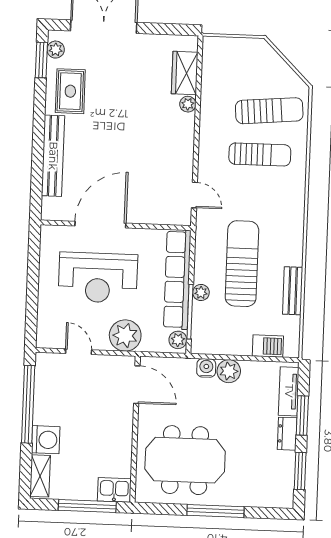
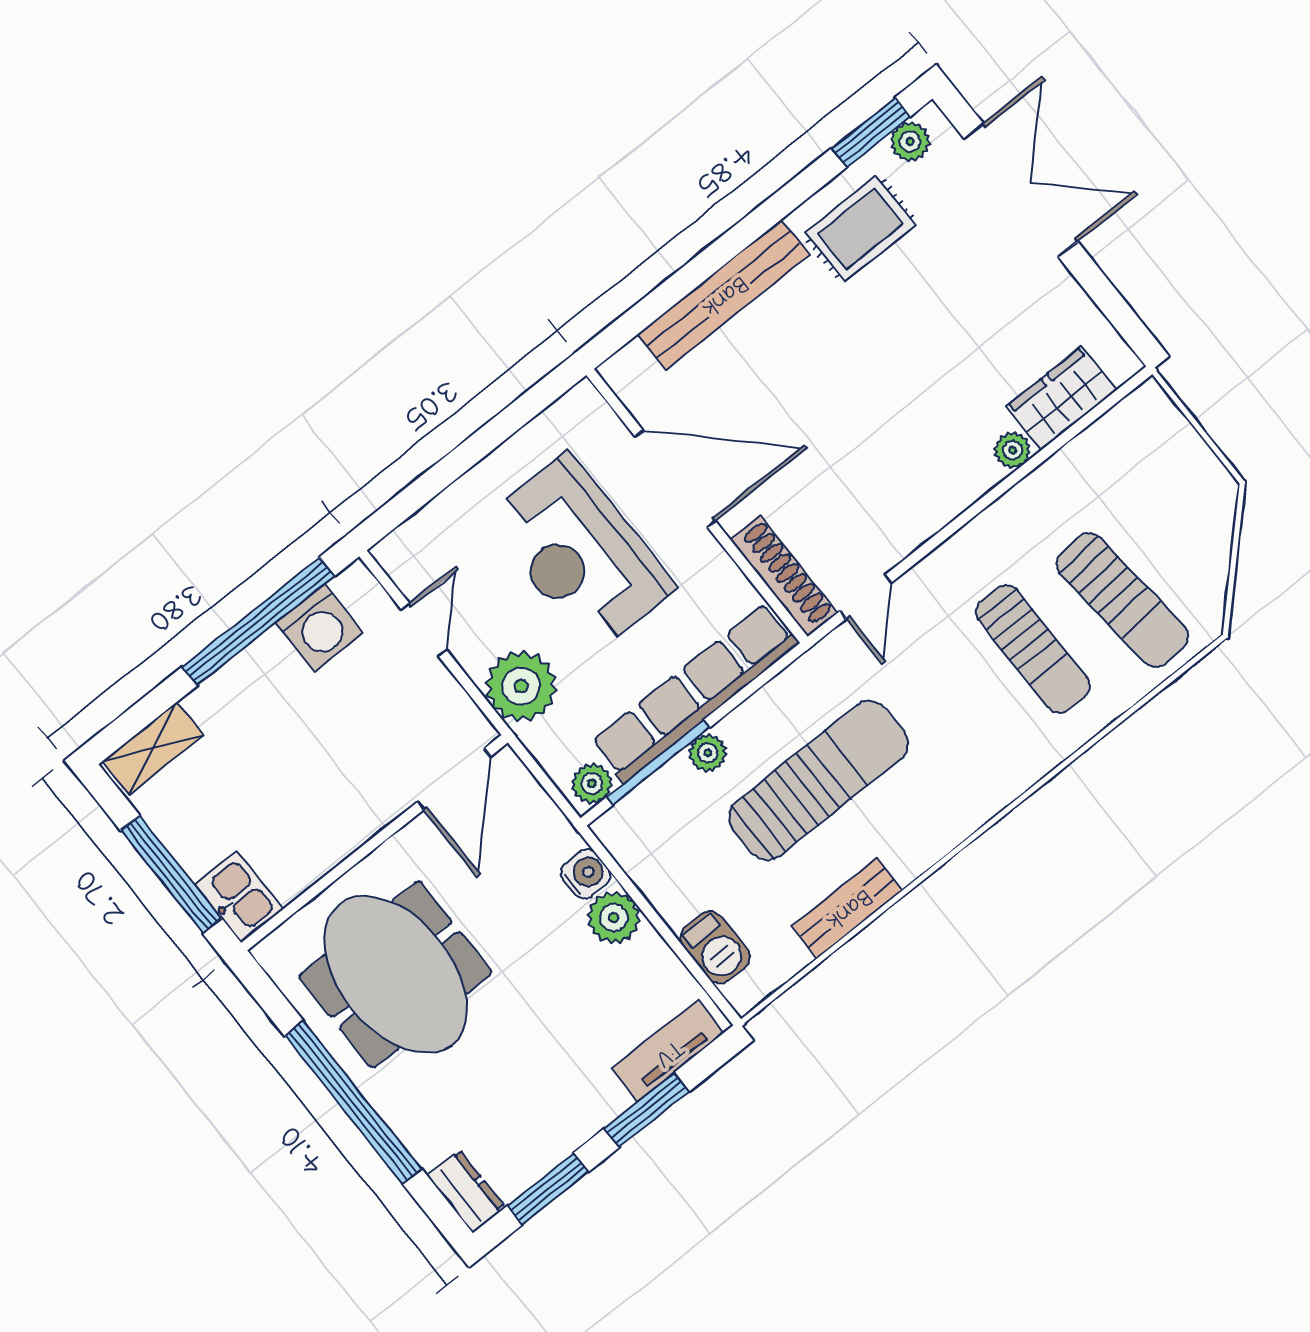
shoe rack: (164, 216) -> (784, 576), added
dresser: (287, 434) -> (466, 1191), moved, turned 90
washing machine: (46, 440) -> (319, 628), moved
window: (216, 511) -> (353, 1103), width x1.46

